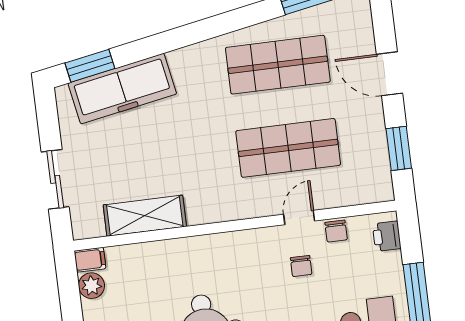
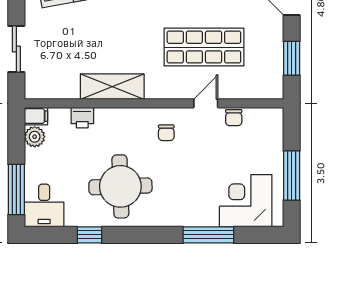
shelving: (145, 216) -> (112, 87), moved
printer: (387, 236) -> (82, 118), moved, turned -90
chair: (301, 266) -> (166, 133), moved

